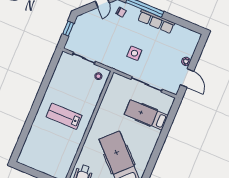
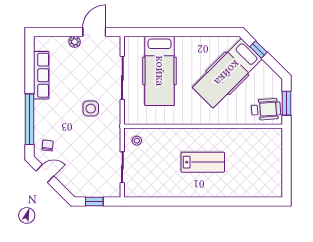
row of seats: (156, 22) -> (41, 75), moved
hospital bed: (146, 115) -> (160, 71), width x1.37, depth x1.29
lab bench: (64, 116) -> (203, 162), turned -90

